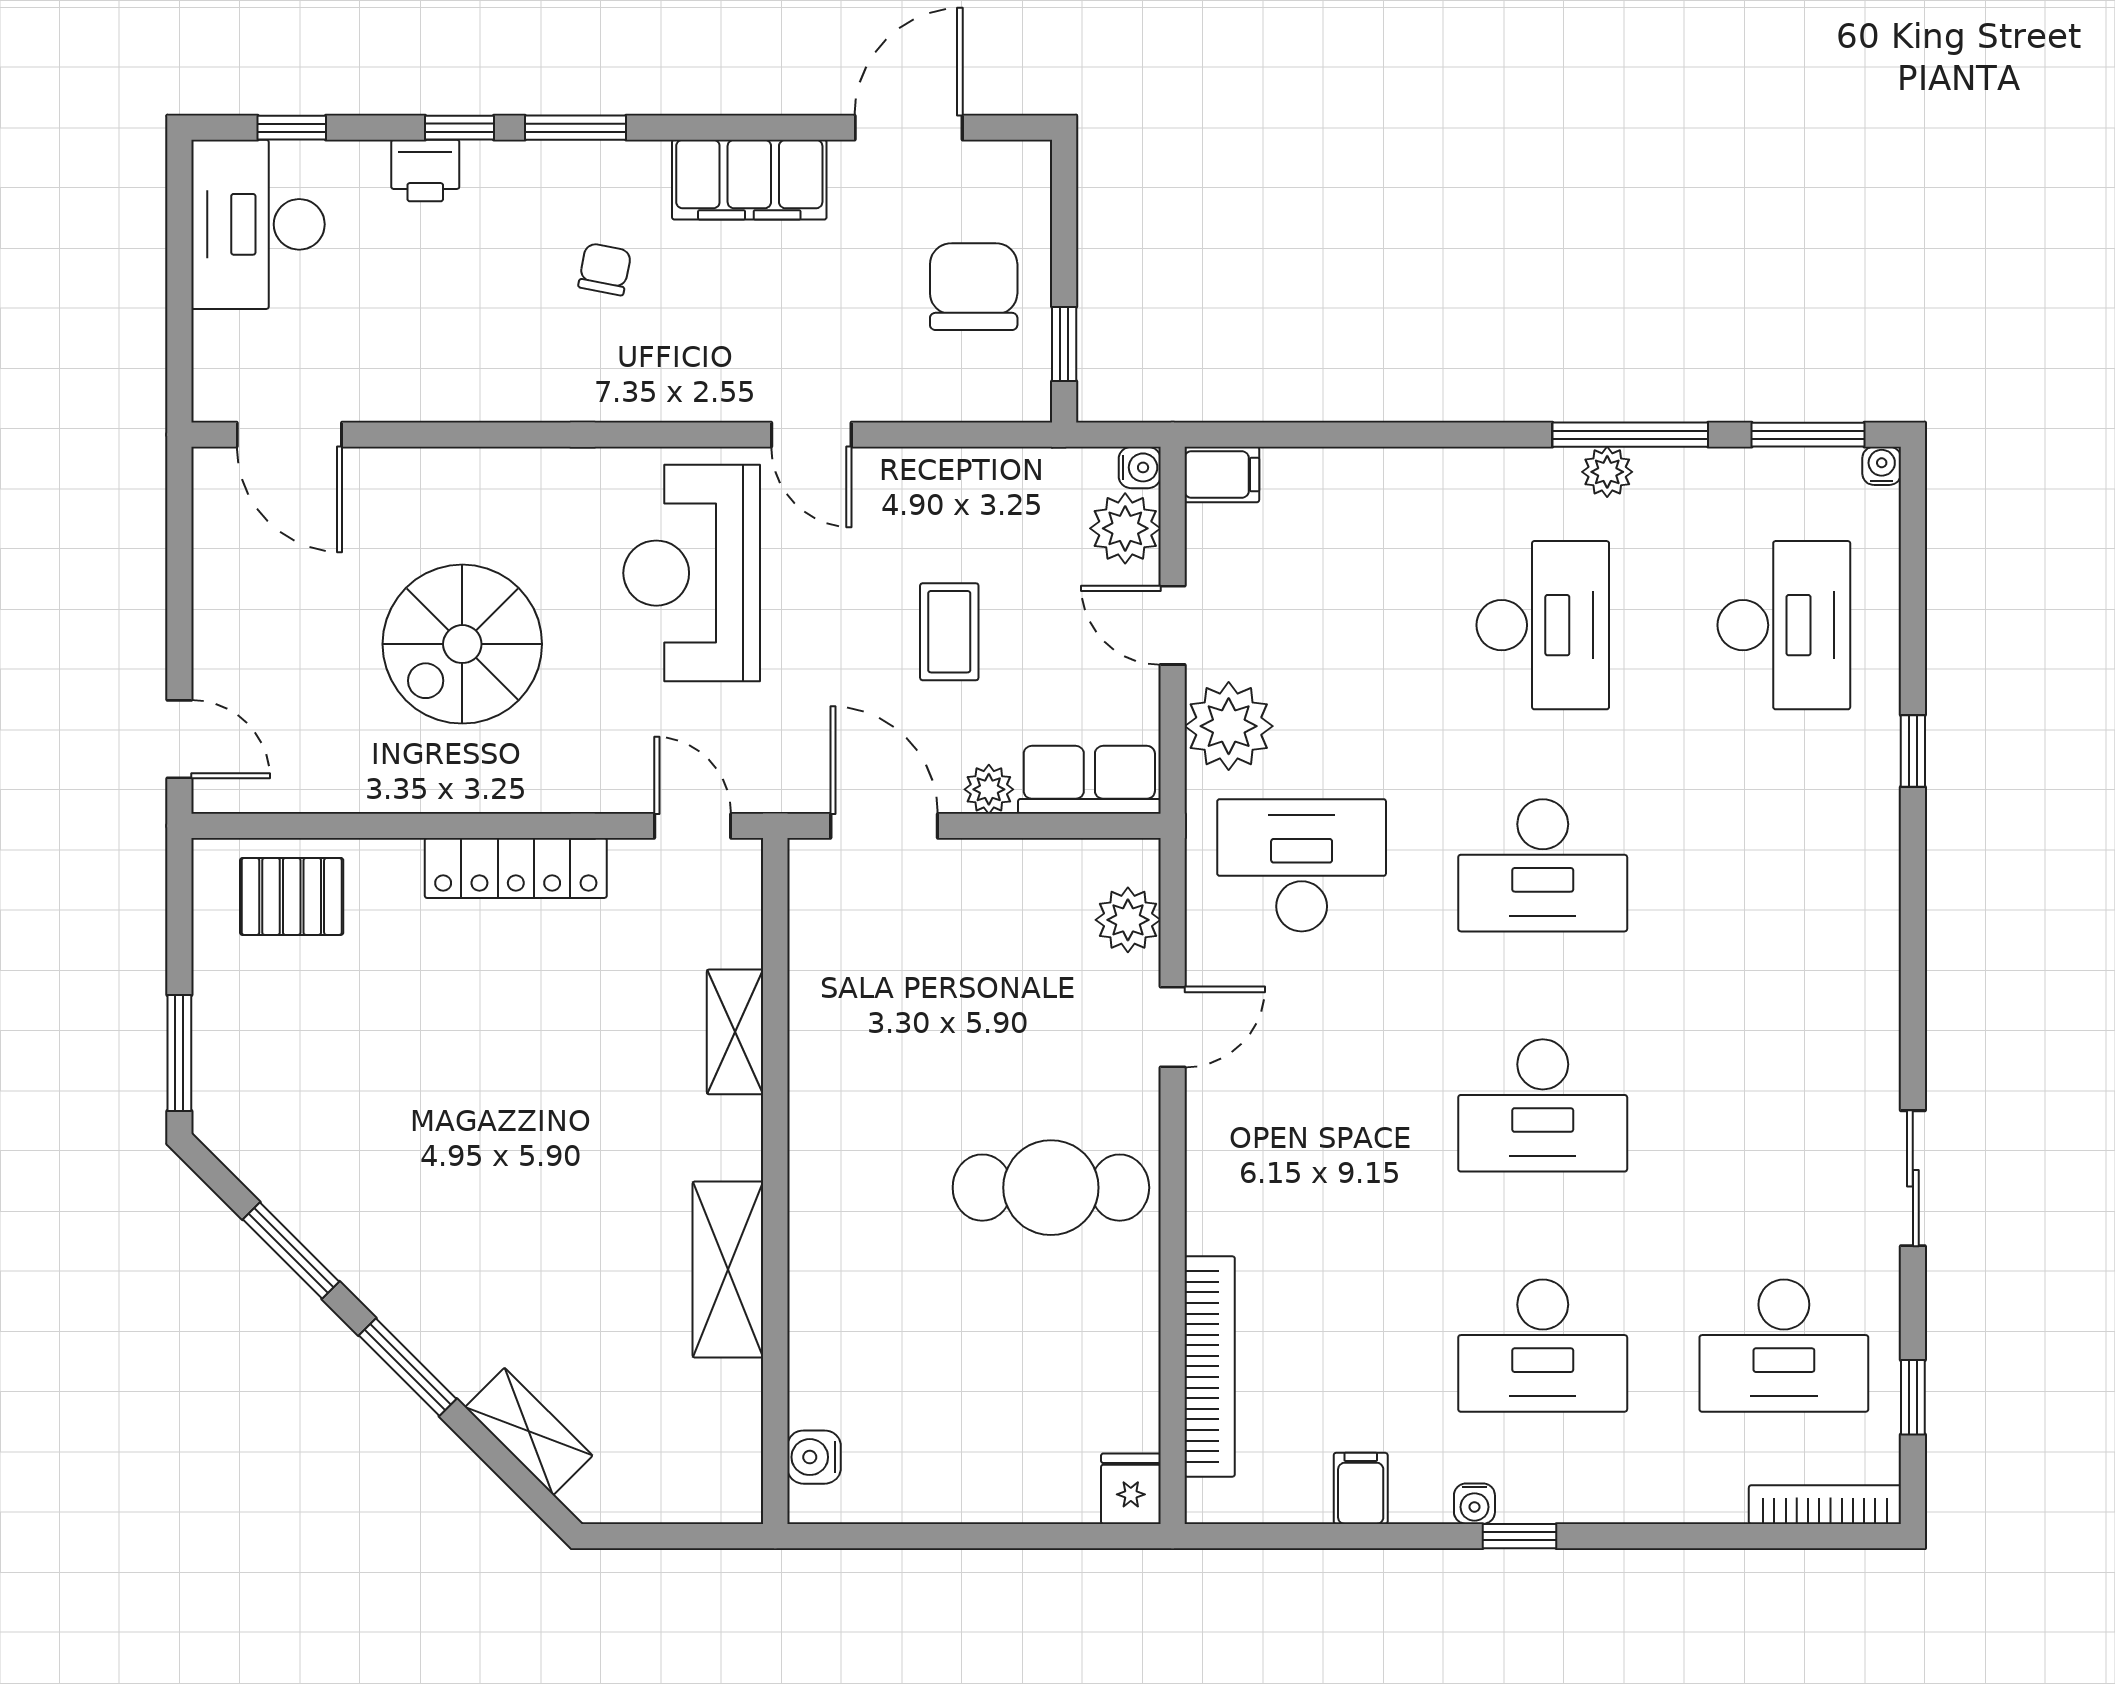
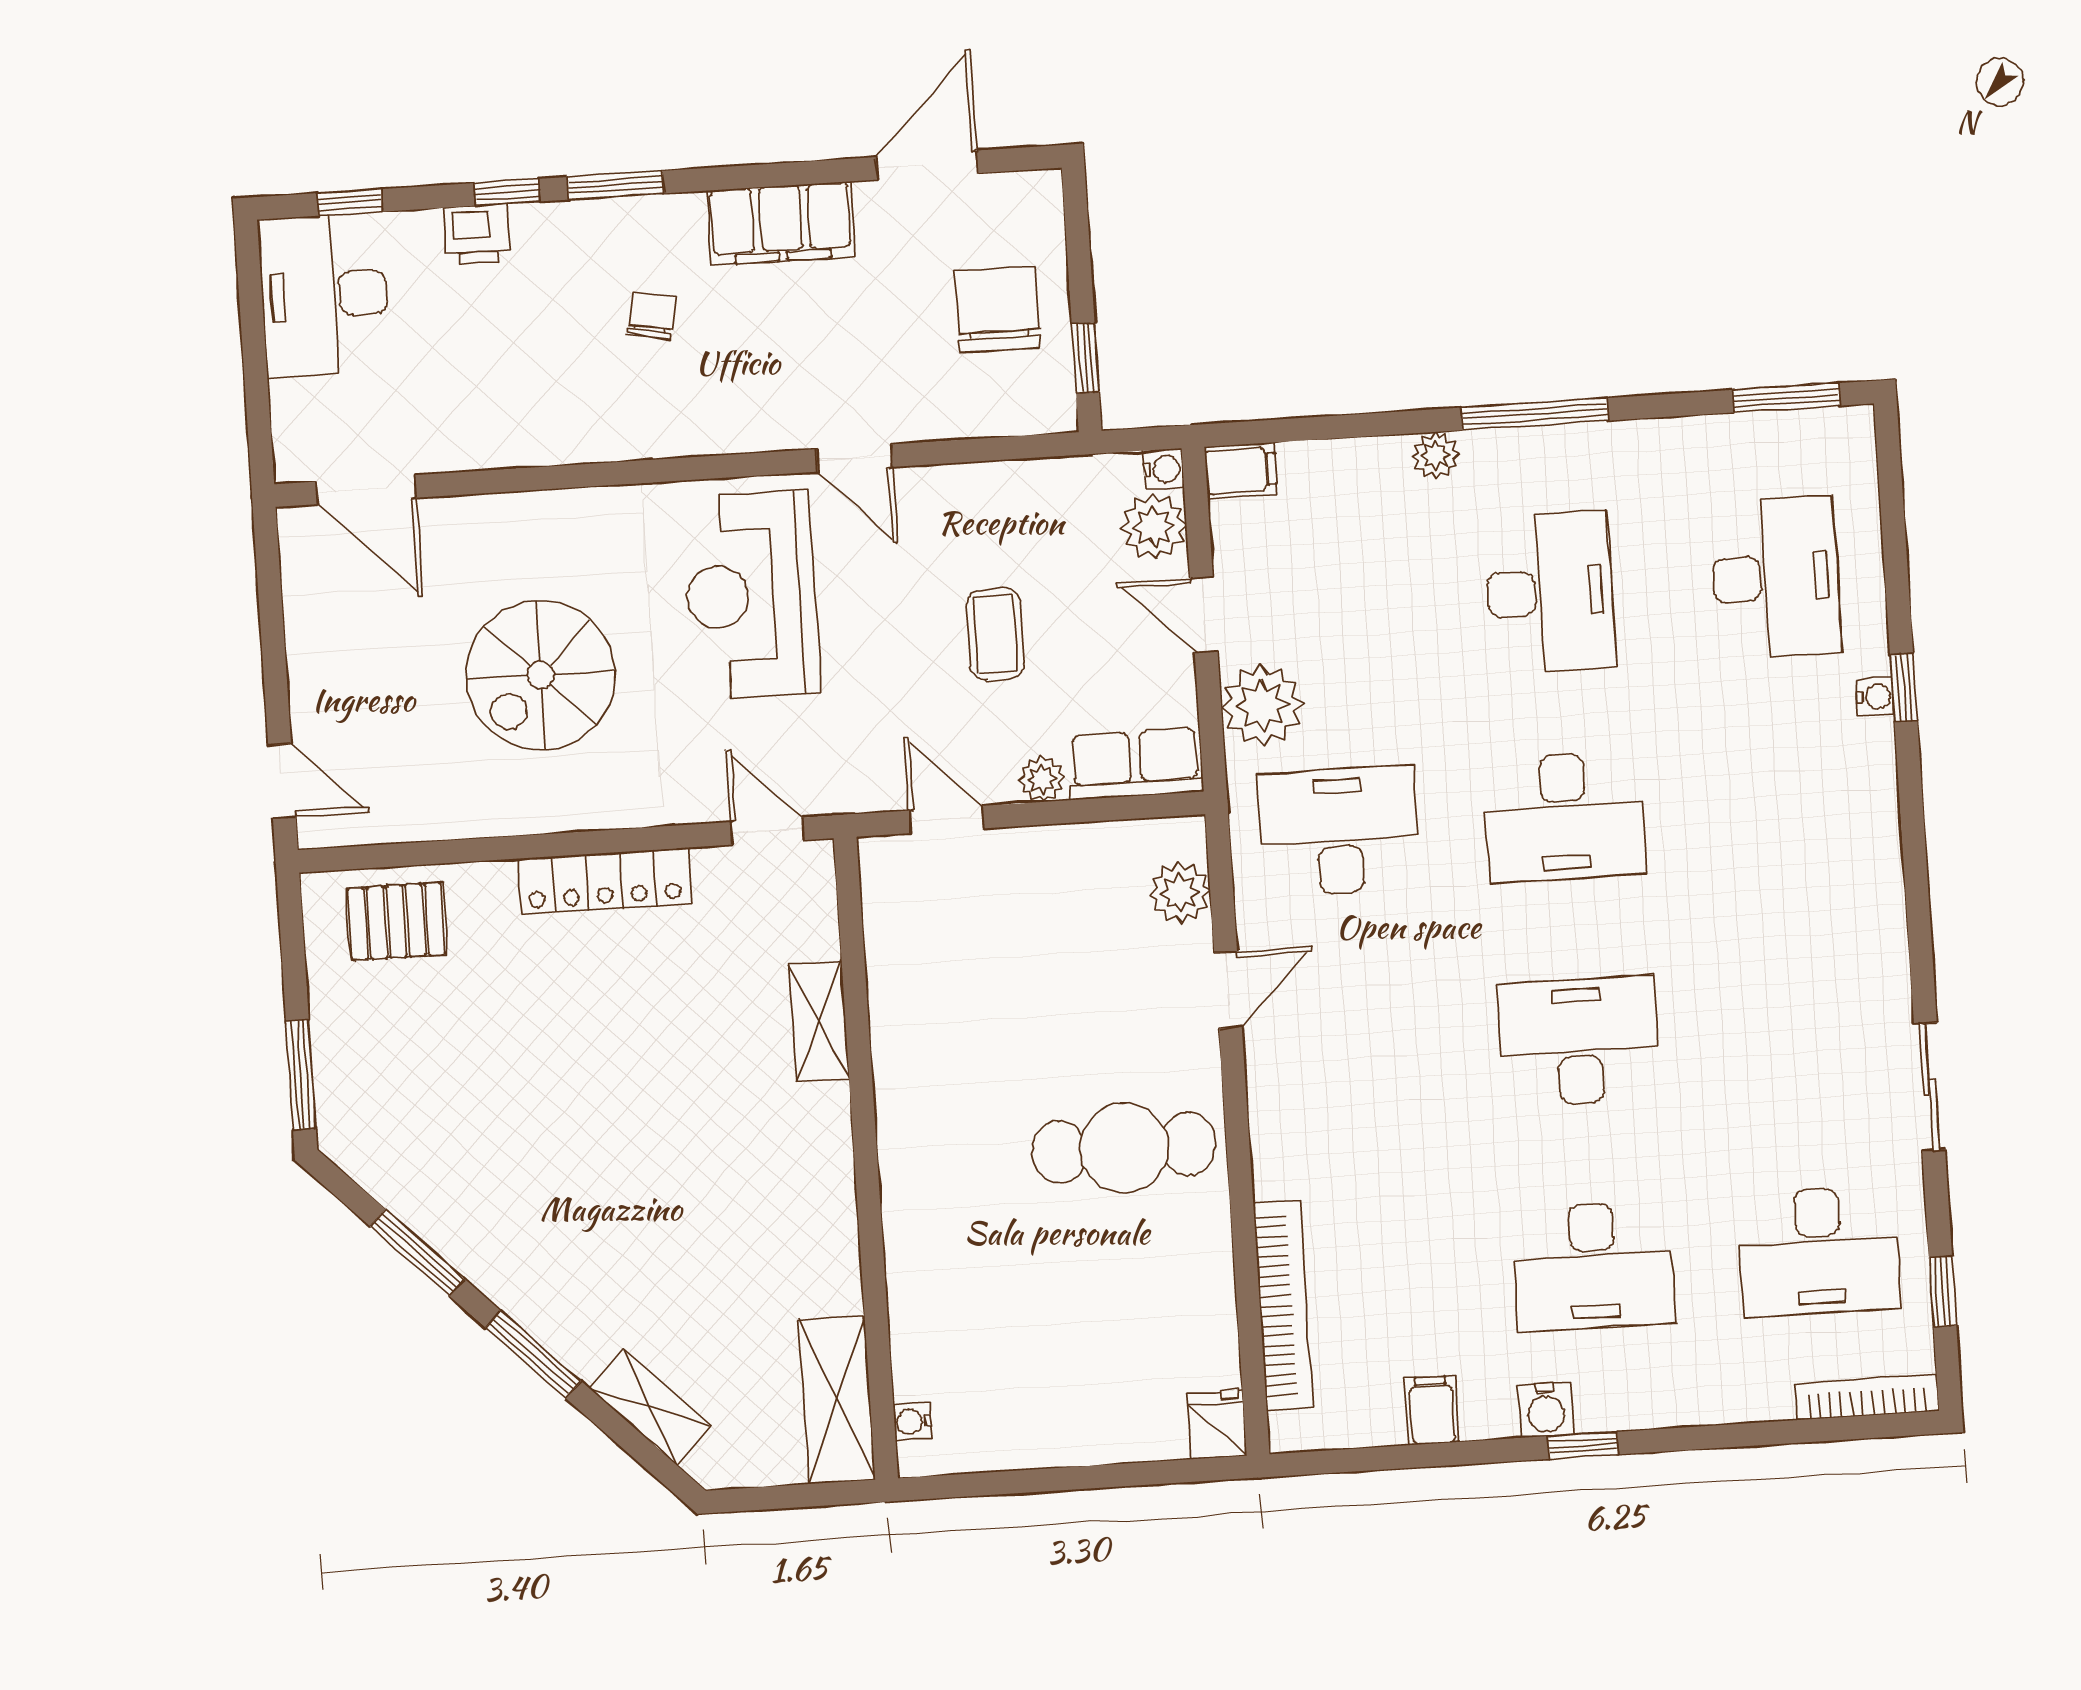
window: (1630, 435) -> (1534, 414), moved
water cooler: (1882, 466) -> (1875, 697), moved, turned 90
plant: (1607, 472) -> (1435, 455), moved
door: (884, 826) -> (946, 820), width x0.73
desk: (1543, 1105) -> (1579, 1041), turned 180
shelving: (728, 1269) -> (837, 1399), moved
water cooler: (814, 1457) -> (912, 1421), width x0.72, depth x0.72
water cooler: (1474, 1504) -> (1546, 1410), width x1.38, depth x1.38

